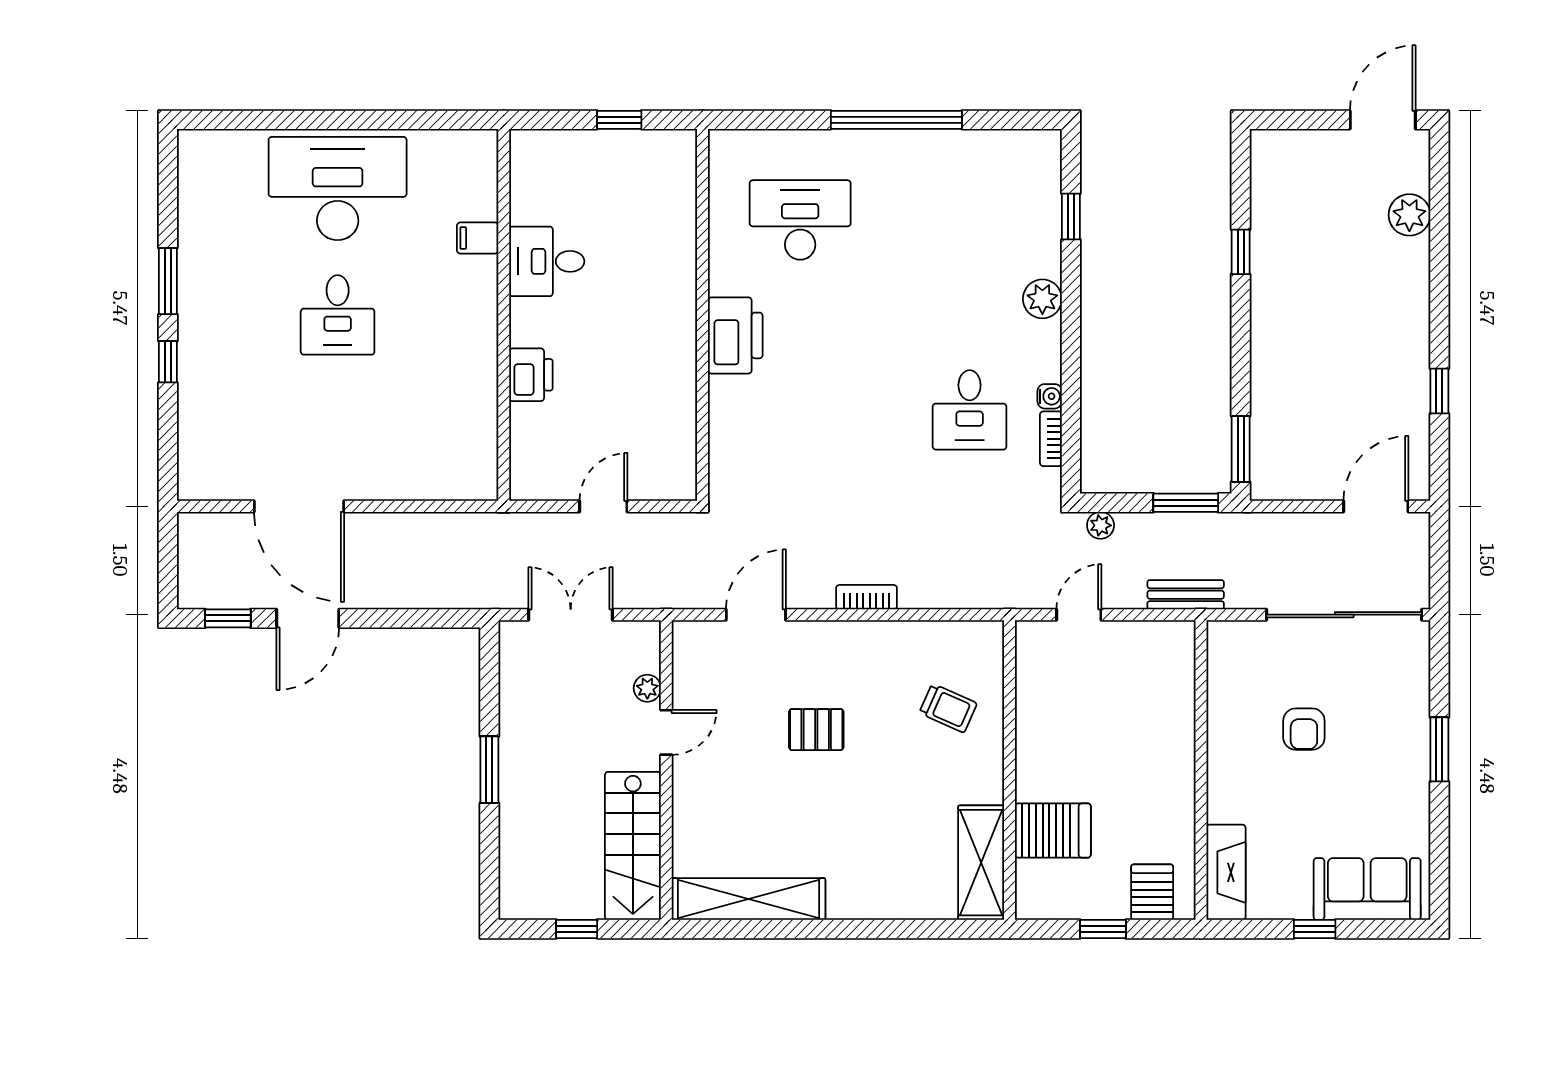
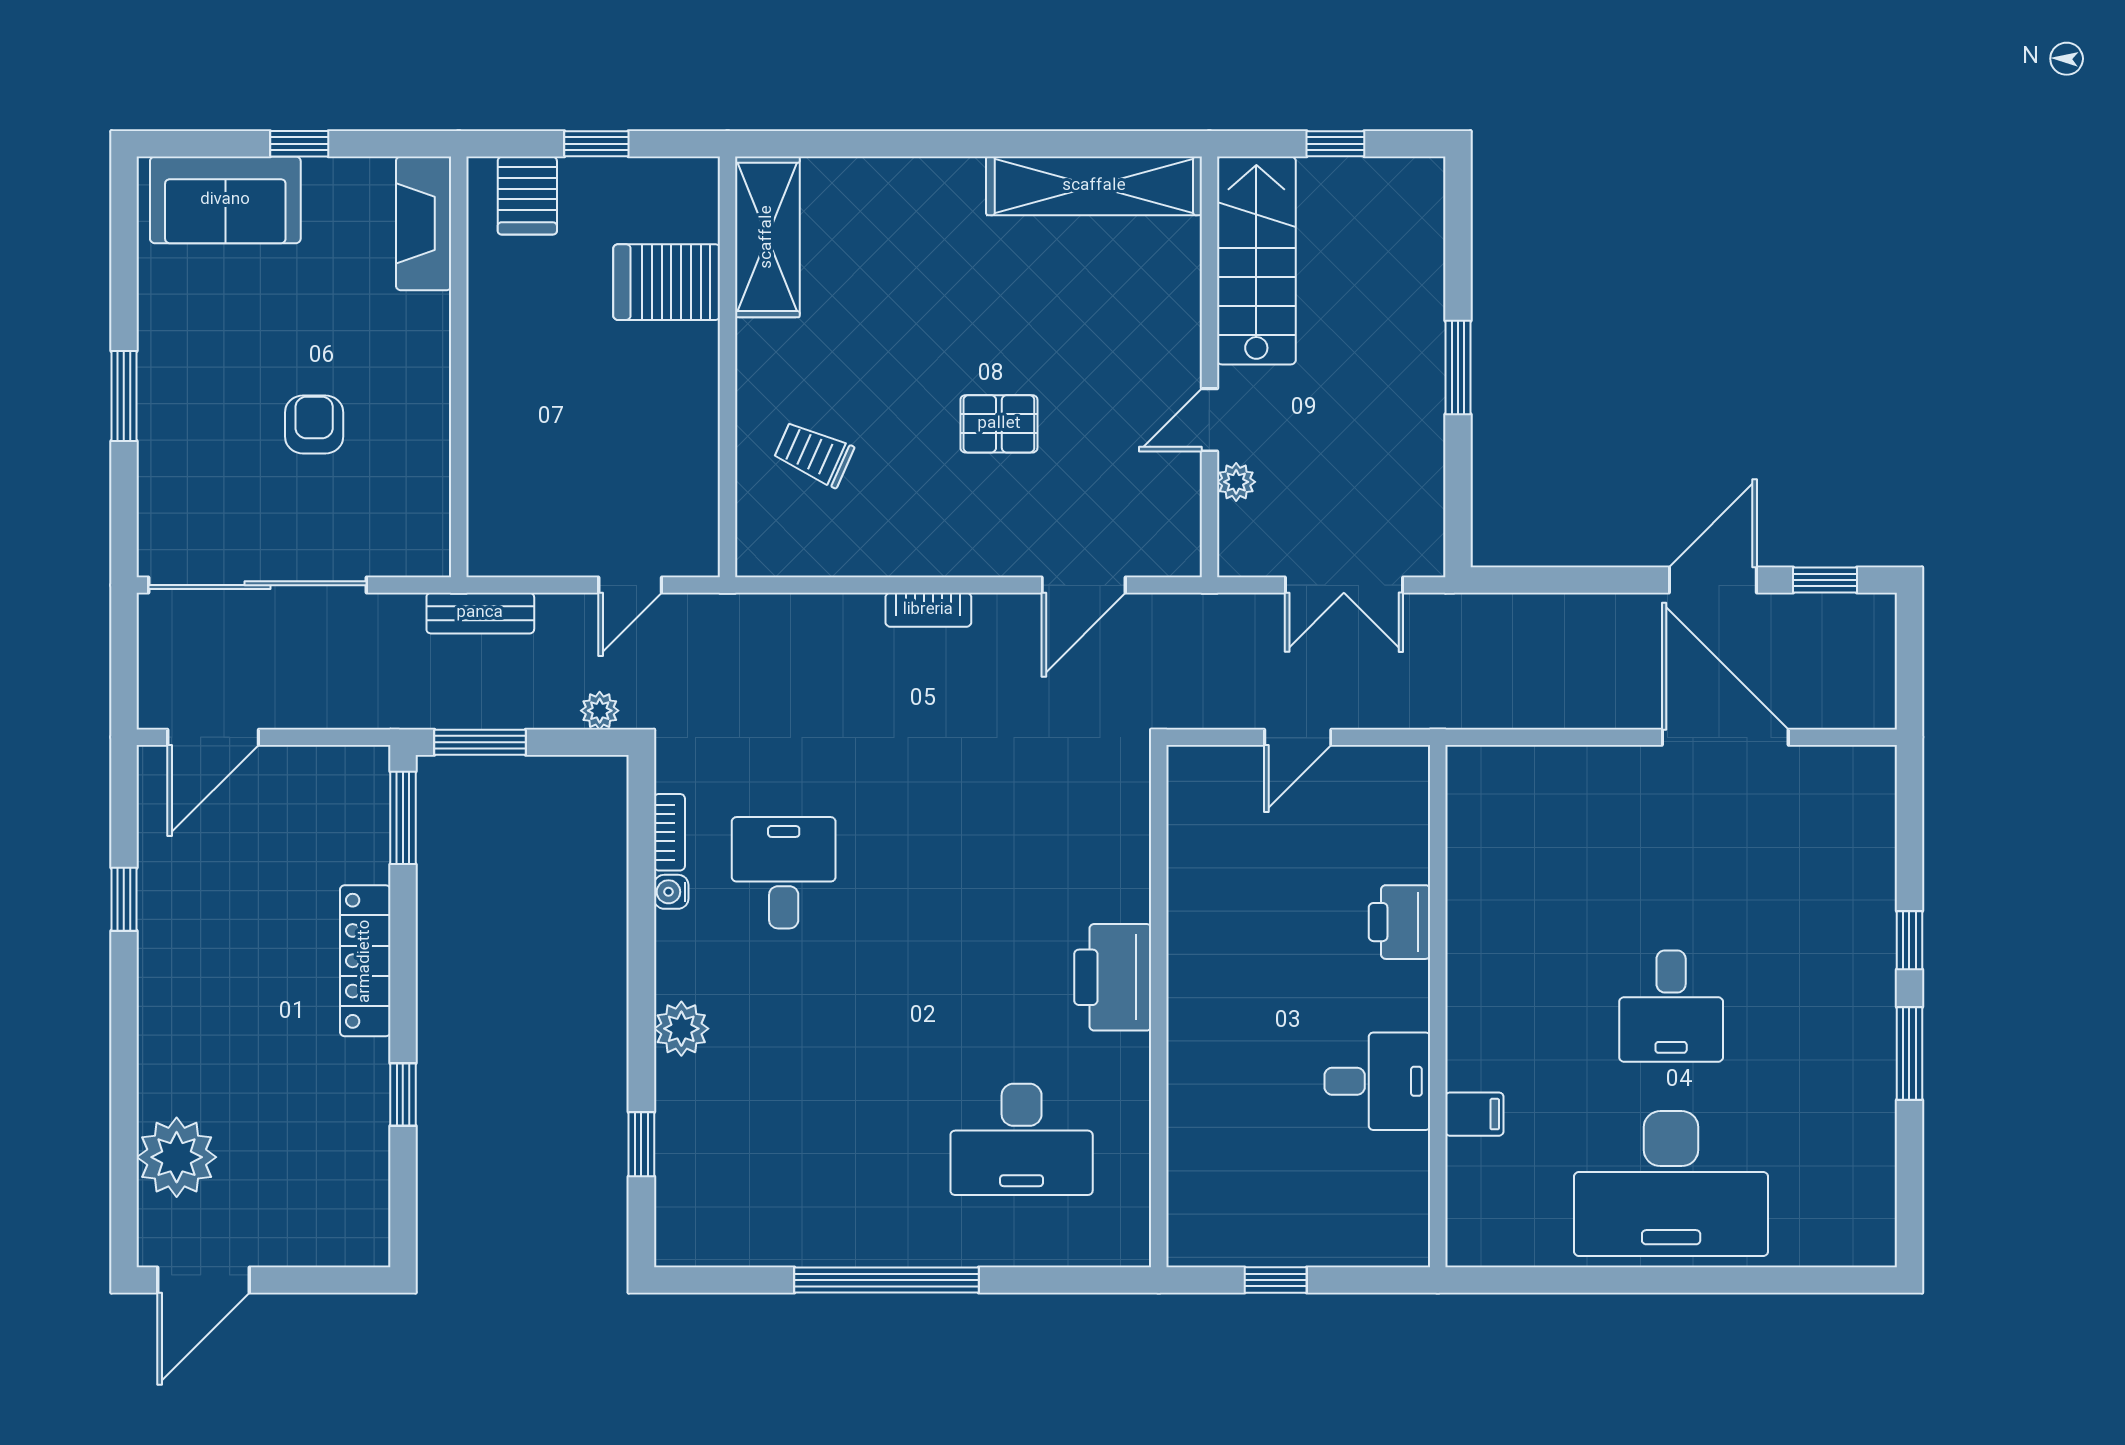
plant: (1409, 215) -> (177, 1157), width x1.36, depth x1.36
desk: (338, 315) -> (1671, 1006), turned 180
locker: (1268, 347) -> (365, 961), added

